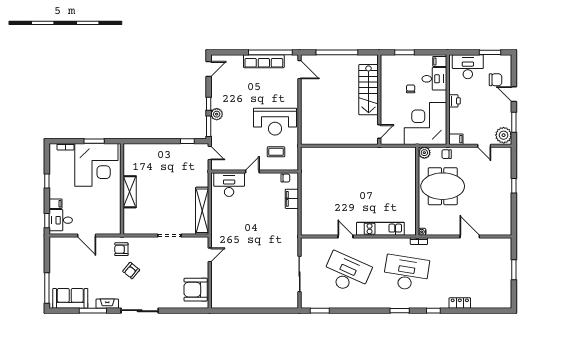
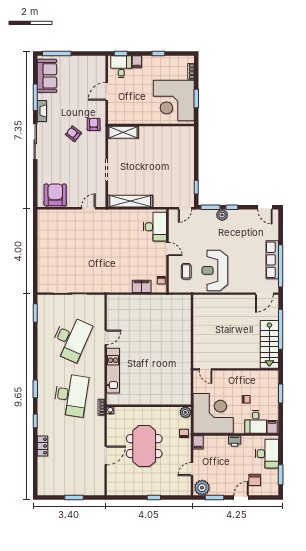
stairs: (369, 90) -> (269, 344), moved, turned -90
meeting table: (443, 186) -> (144, 446), moved
shelving: (130, 192) -> (123, 132), moved
door: (210, 255) -> (88, 208), swing flipped

